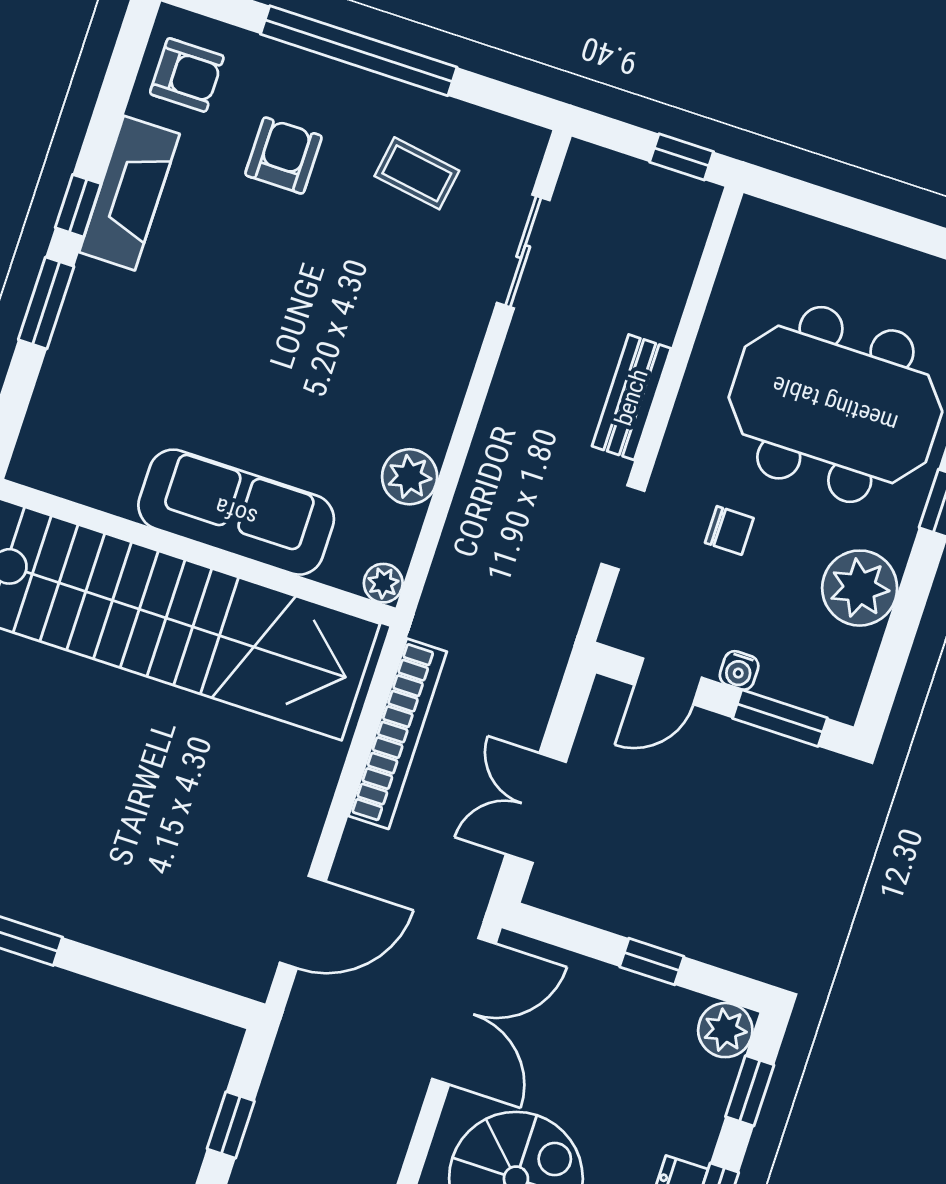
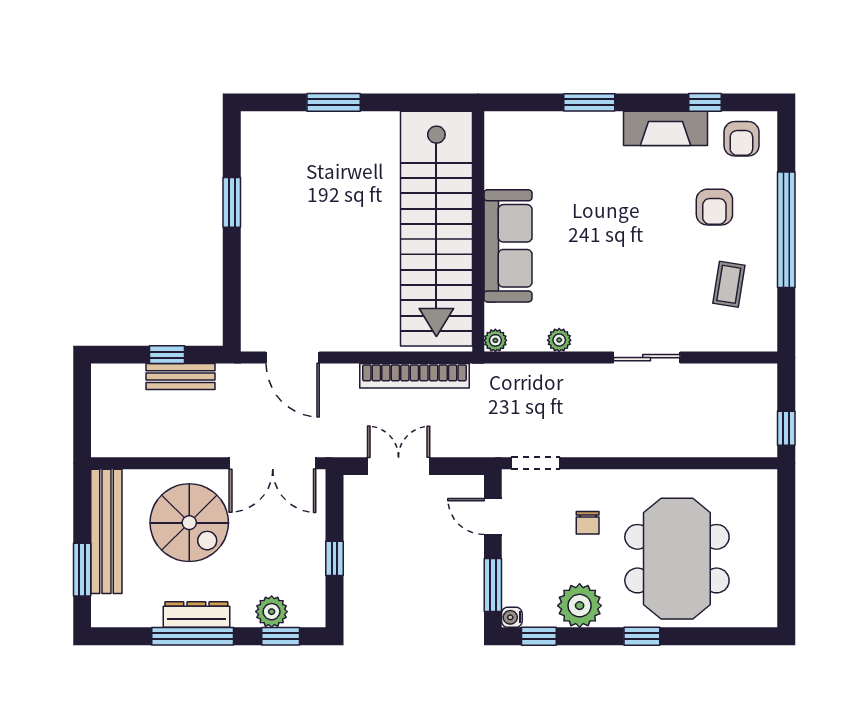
armchair: (283, 155) -> (714, 207), turned 90
window: (78, 206) -> (705, 102), moved
sliding door: (523, 252) -> (647, 358), moved
bench: (631, 397) -> (180, 377), moved
plant: (410, 477) -> (559, 340), width x0.73, depth x0.73
doorway: (623, 527) -> (536, 463), moved
water cooler: (739, 670) -> (512, 617), moved
window: (888, 671) -> (539, 636), added
plant: (725, 1030) -> (272, 612), moved

